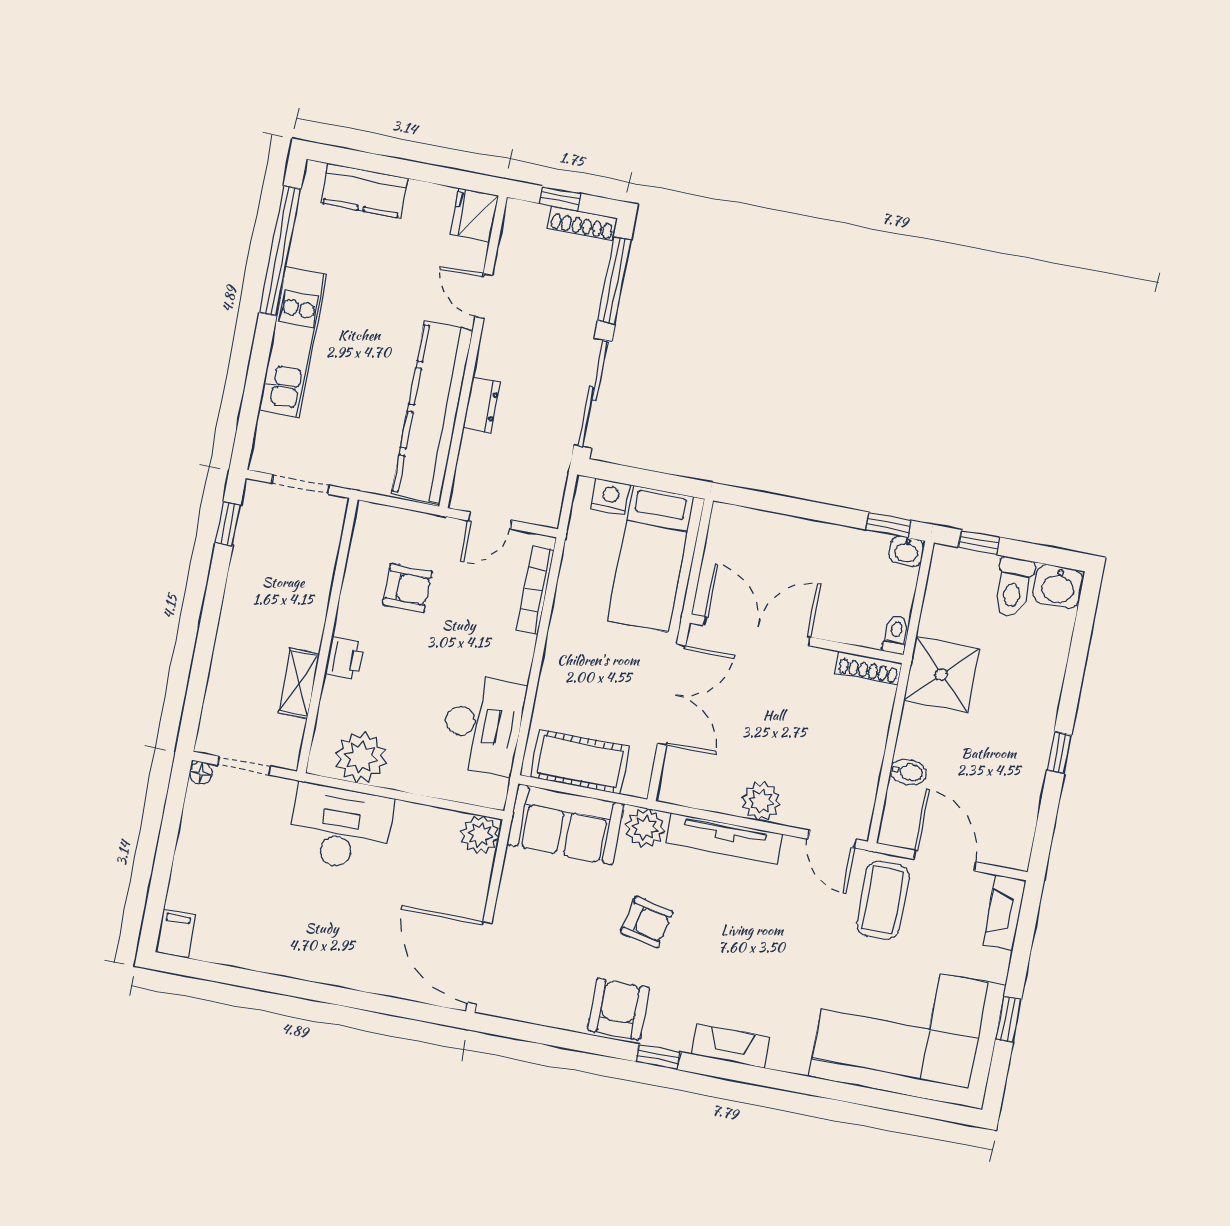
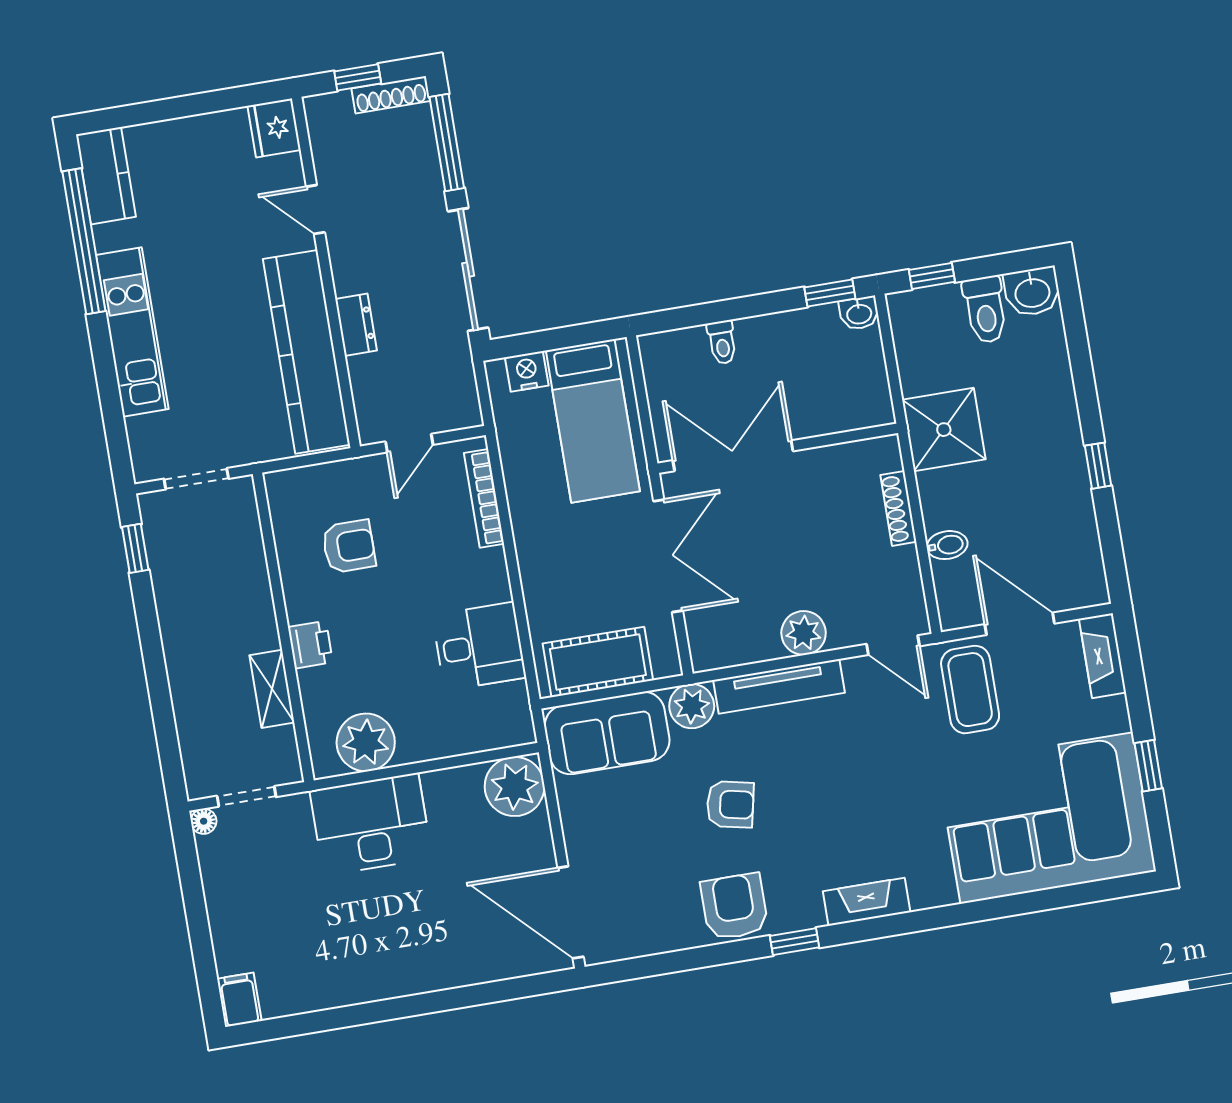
kitchen counter: (364, 191) -> (106, 176), moved, turned -90
toilet: (896, 634) -> (722, 342), moved, turned 180
shoe rack: (869, 668) -> (898, 508), moved, turned 90
desk: (483, 725) -> (479, 646), width x0.73
plant: (480, 835) -> (515, 786), width x1.36, depth x1.36

